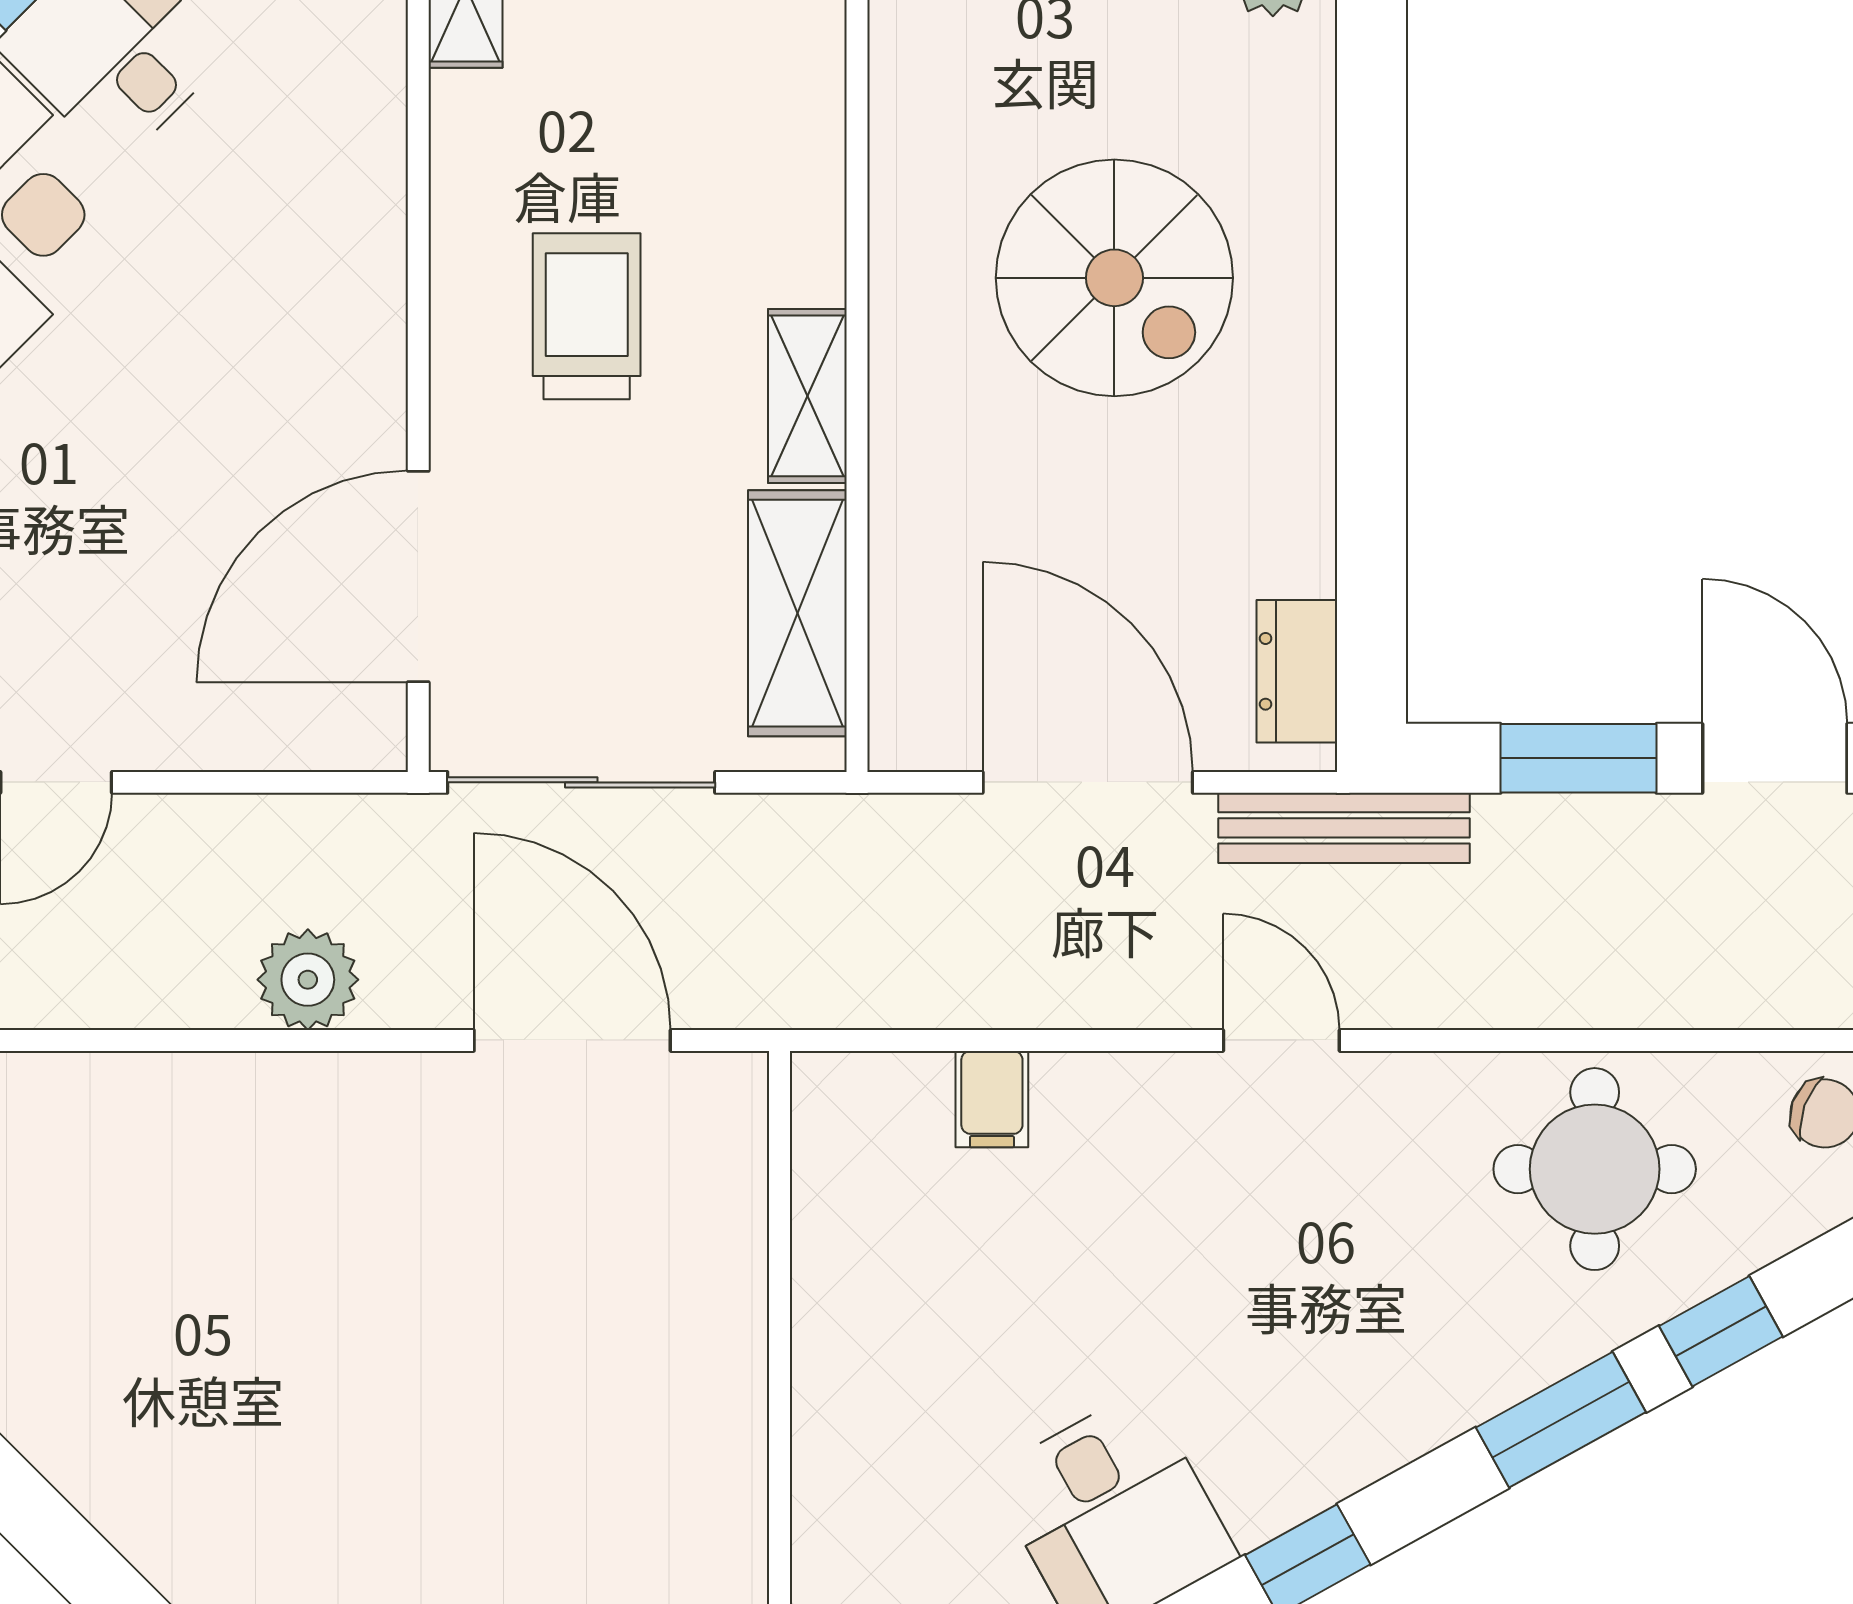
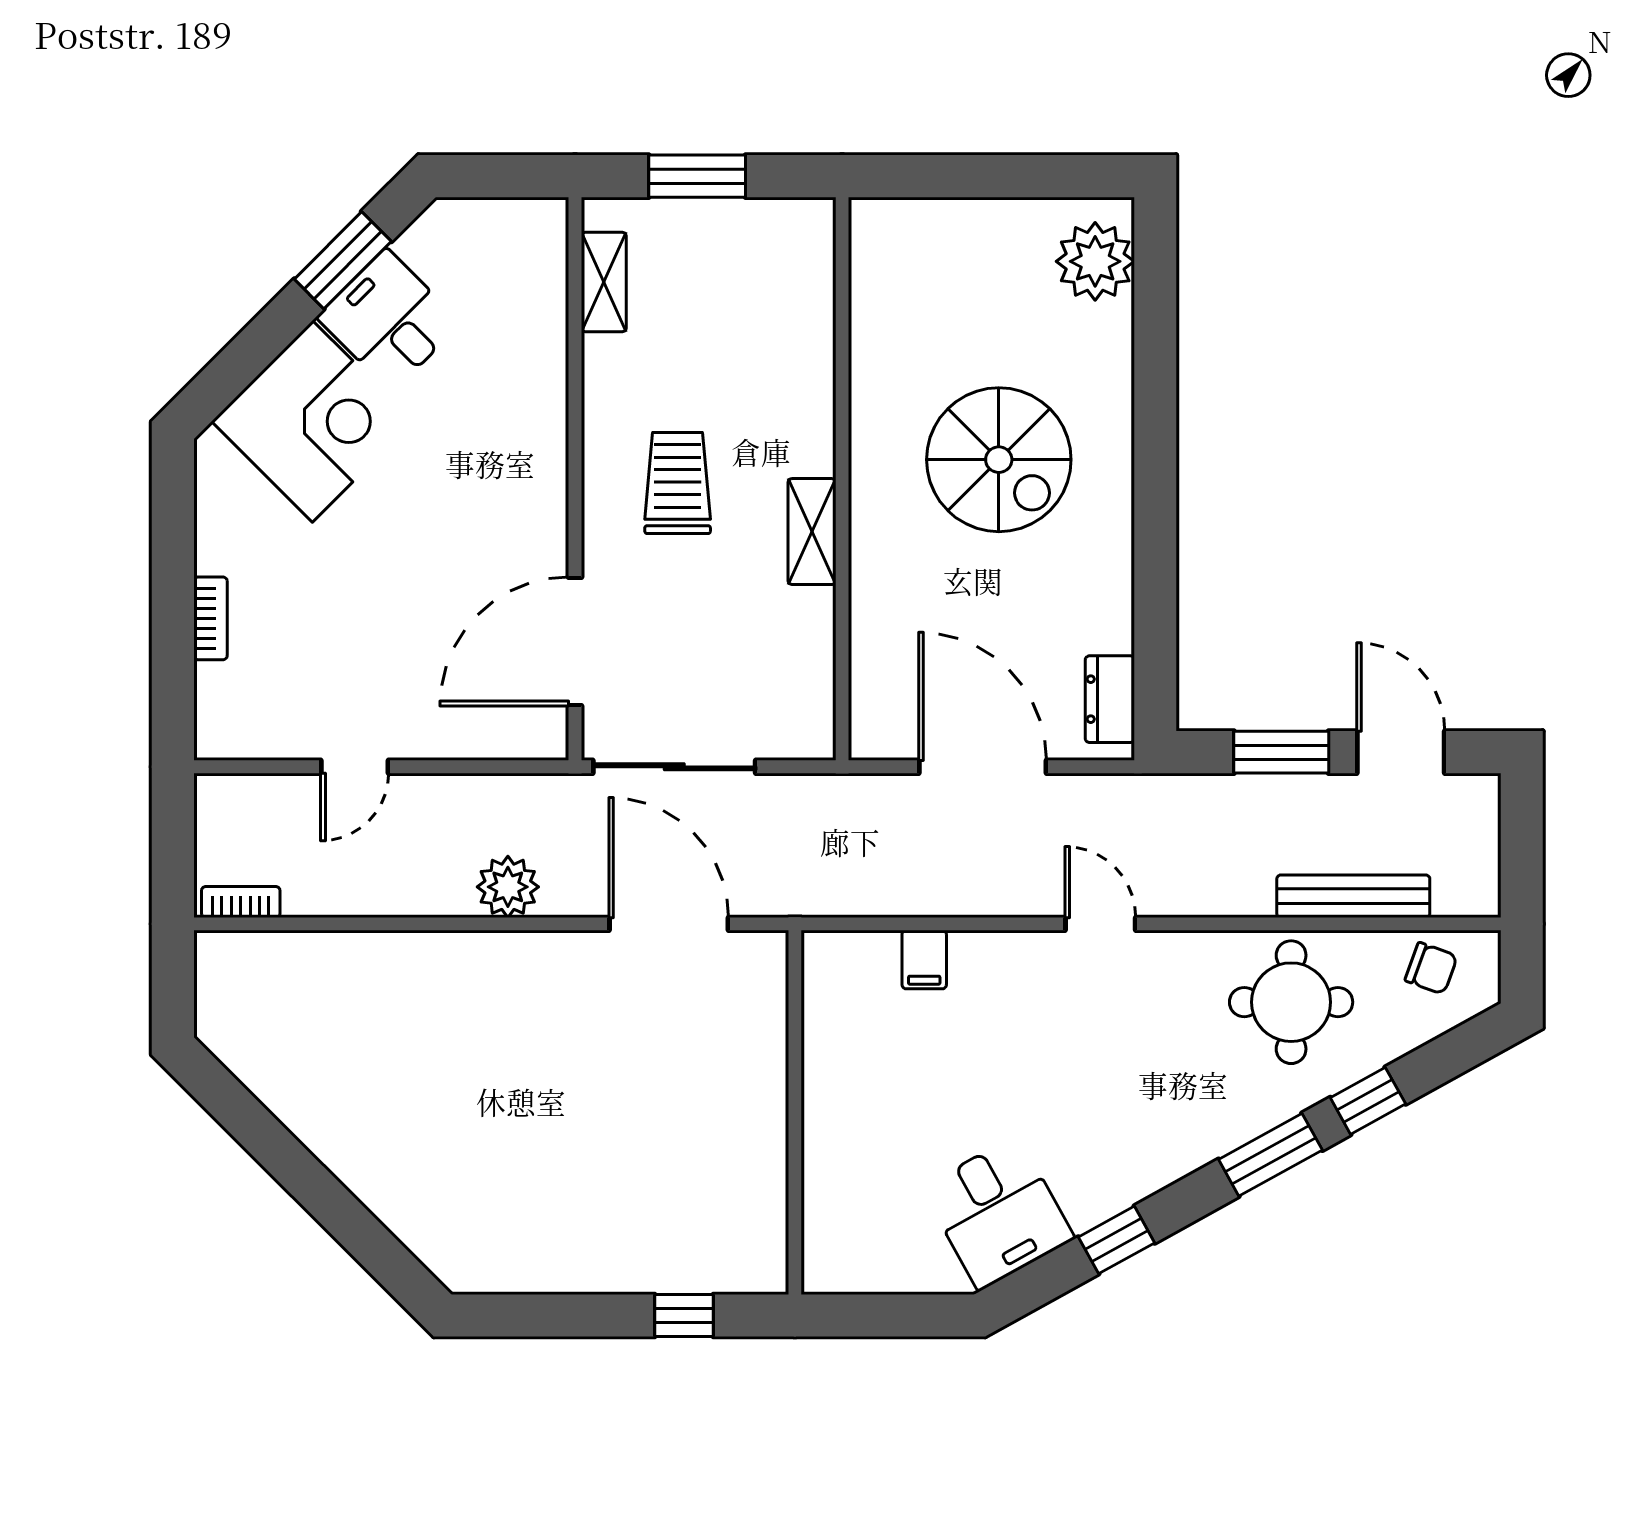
shelving: (797, 613) -> (806, 664), removed
bench: (1344, 828) -> (1353, 896), moved

